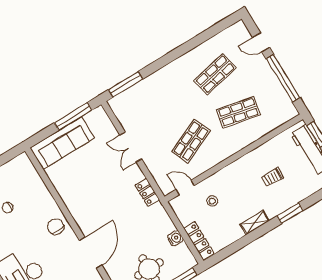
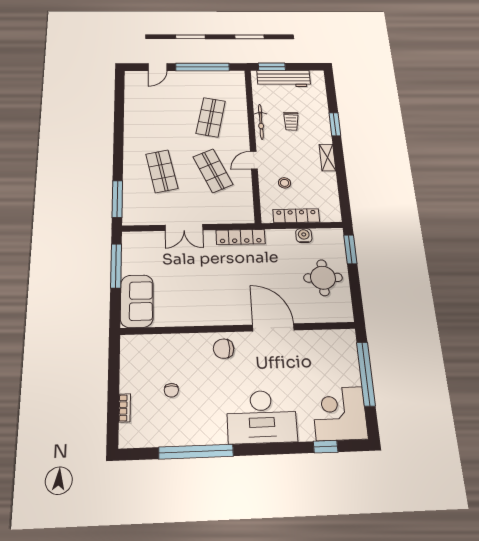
shop shelf: (215, 74) -> (162, 171), moved
sofa: (62, 143) -> (137, 301), width x0.73
bicycle: (257, 154) -> (261, 122), added
door: (185, 187) -> (254, 160), moved
locker: (147, 192) -> (241, 237), width x1.53
locker: (199, 241) -> (296, 216), moved

